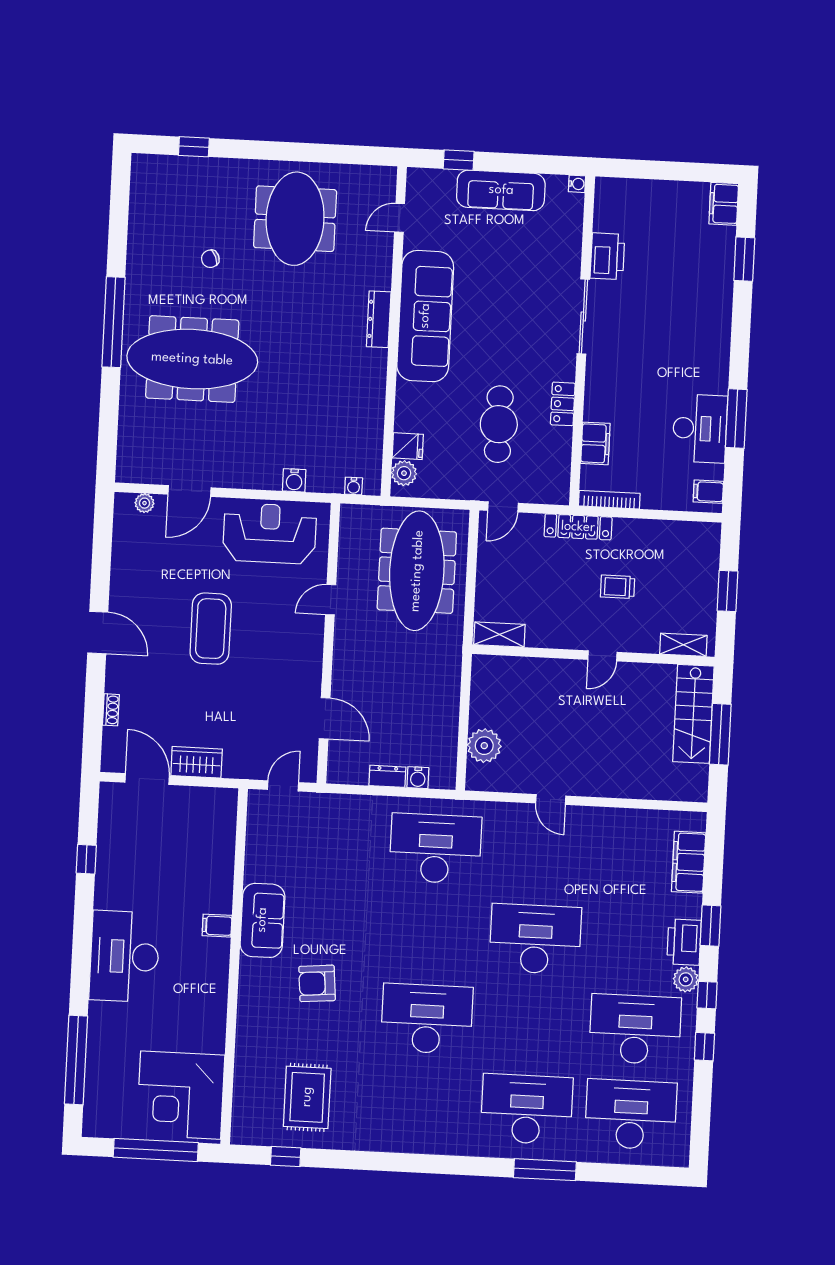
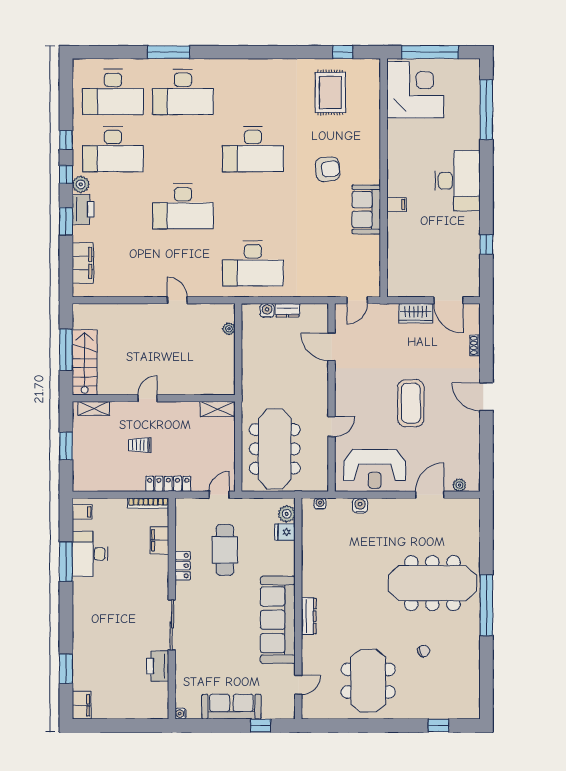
trolley: (618, 587) -> (140, 445), turned 180
plant: (484, 746) -> (229, 329), width x0.53, depth x0.53

